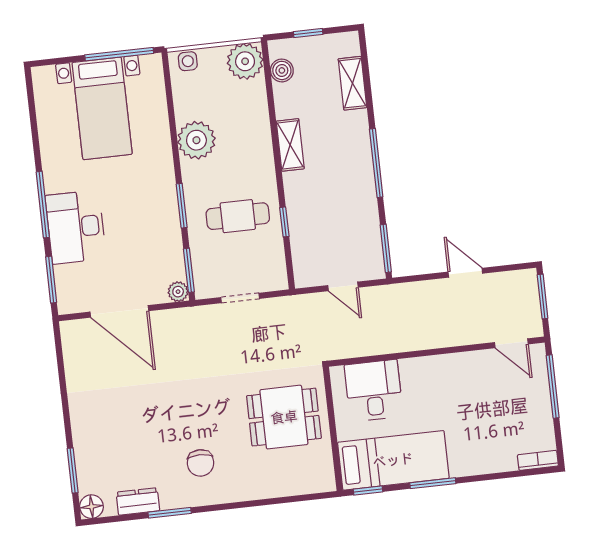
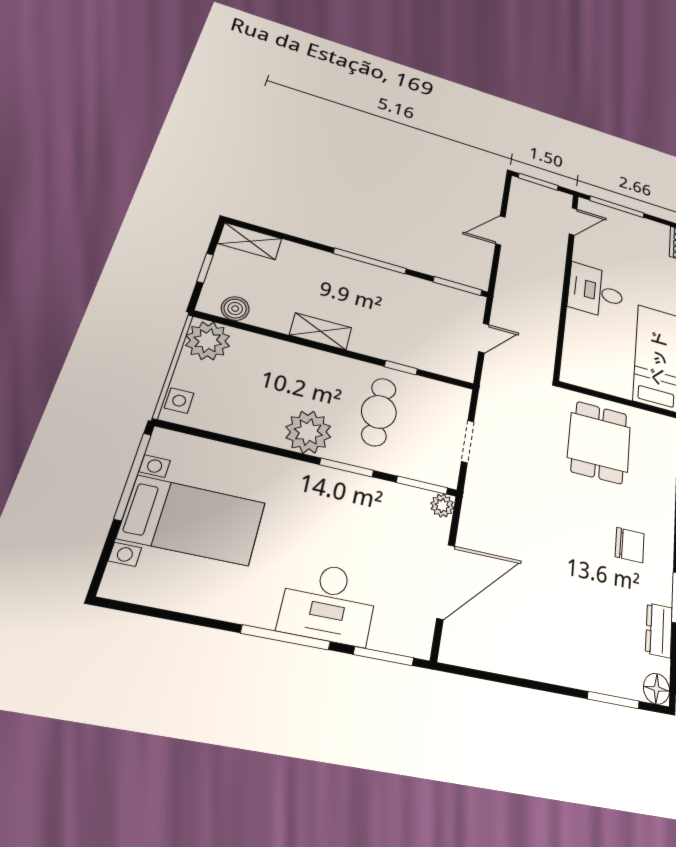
shelving: (353, 83) -> (250, 241), moved
plant: (196, 140) -> (308, 432), moved
desk: (374, 391) -> (596, 291), moved

